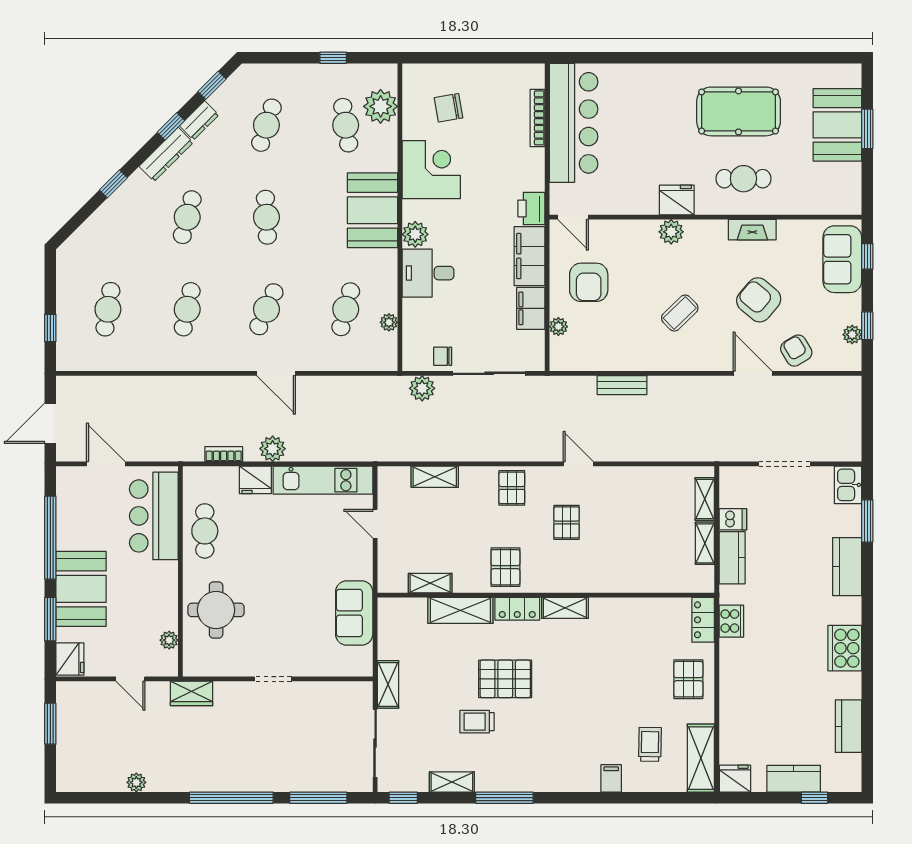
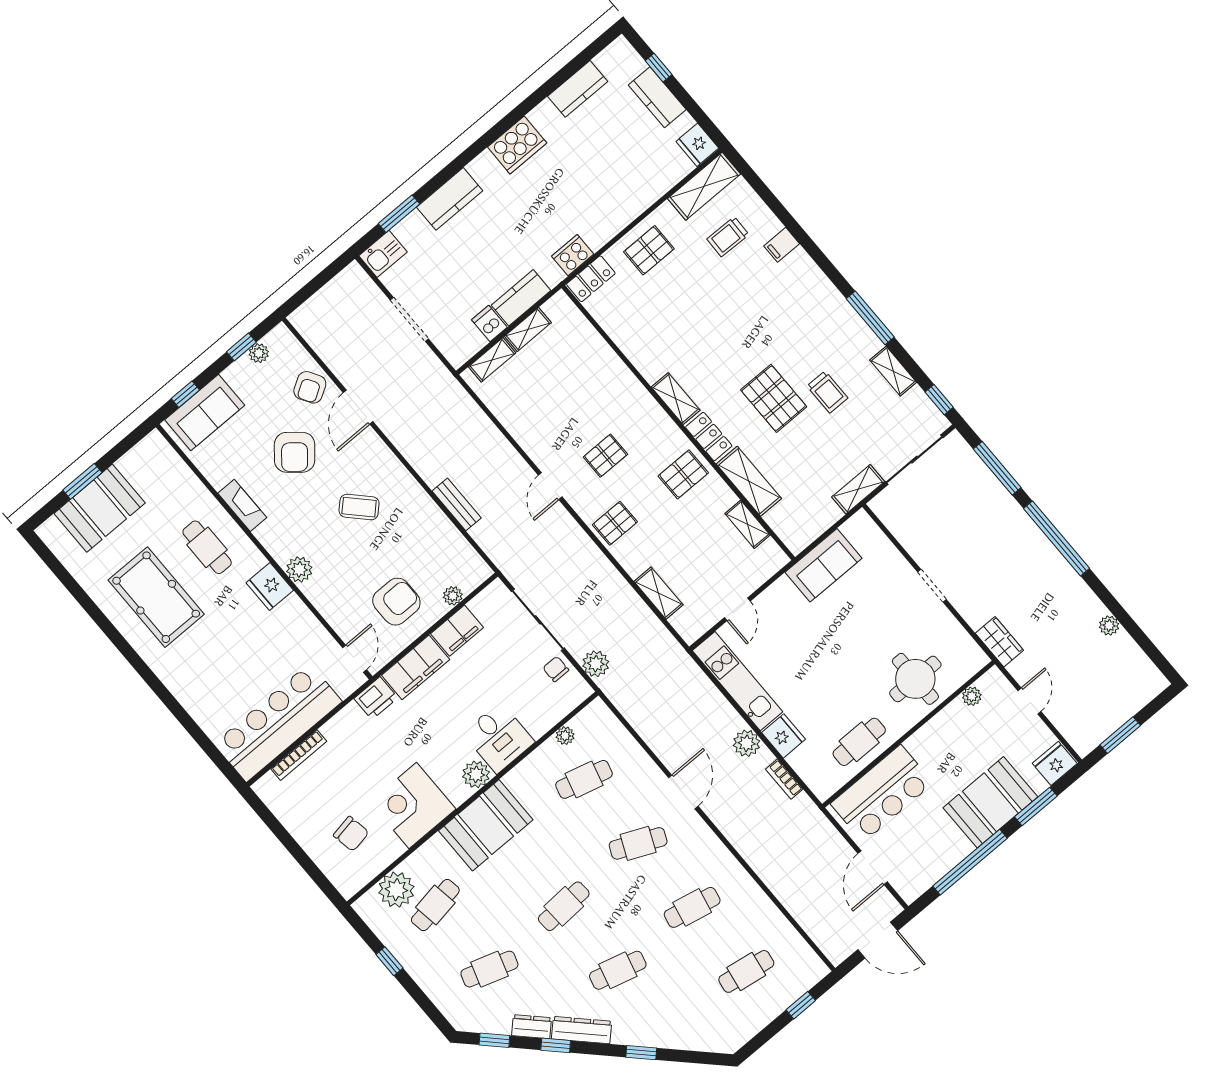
chair: (443, 356) -> (556, 669), turned 180

